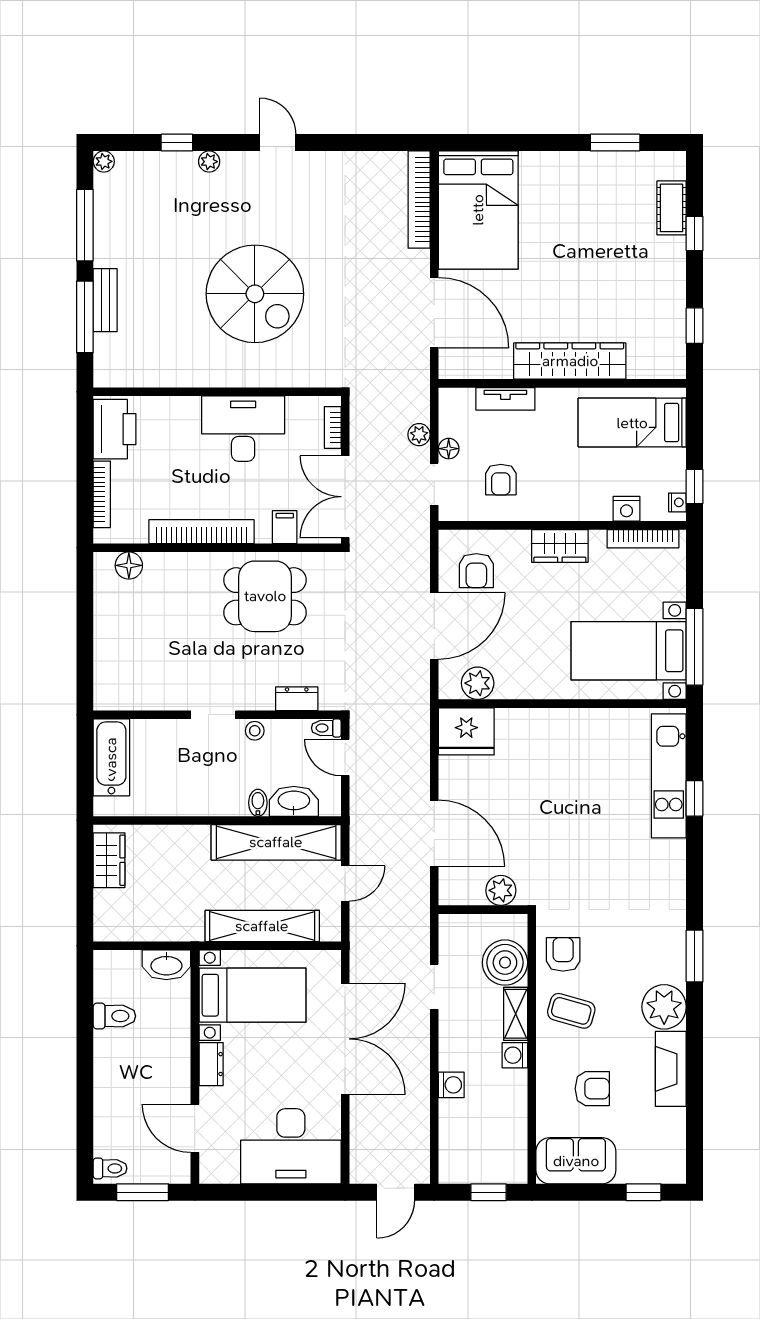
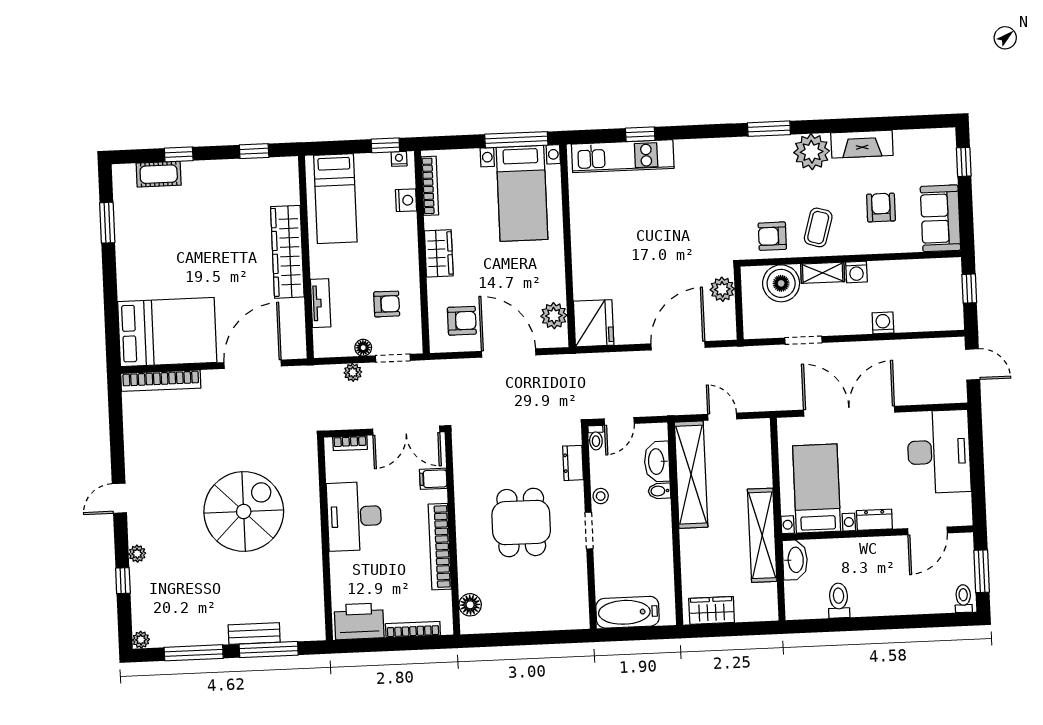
dining table: (265, 596) -> (521, 523), moved
shelving: (262, 926) -> (762, 535), moved

